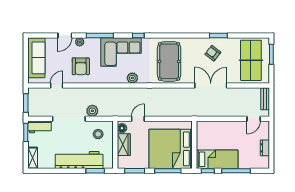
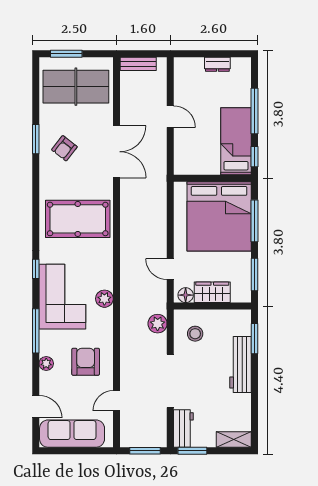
door: (65, 35) -> (36, 407), moved
armchair: (81, 66) -> (86, 362), turned -90
plant: (132, 78) -> (104, 299), moved
door: (57, 85) -> (117, 401), hinge flipped
double door: (211, 85) -> (117, 152), swing flipped
plant: (92, 111) -> (158, 324), moved
door: (254, 119) -> (170, 117), moved
workbench: (79, 160) -> (241, 365), width x0.73, depth x0.76

